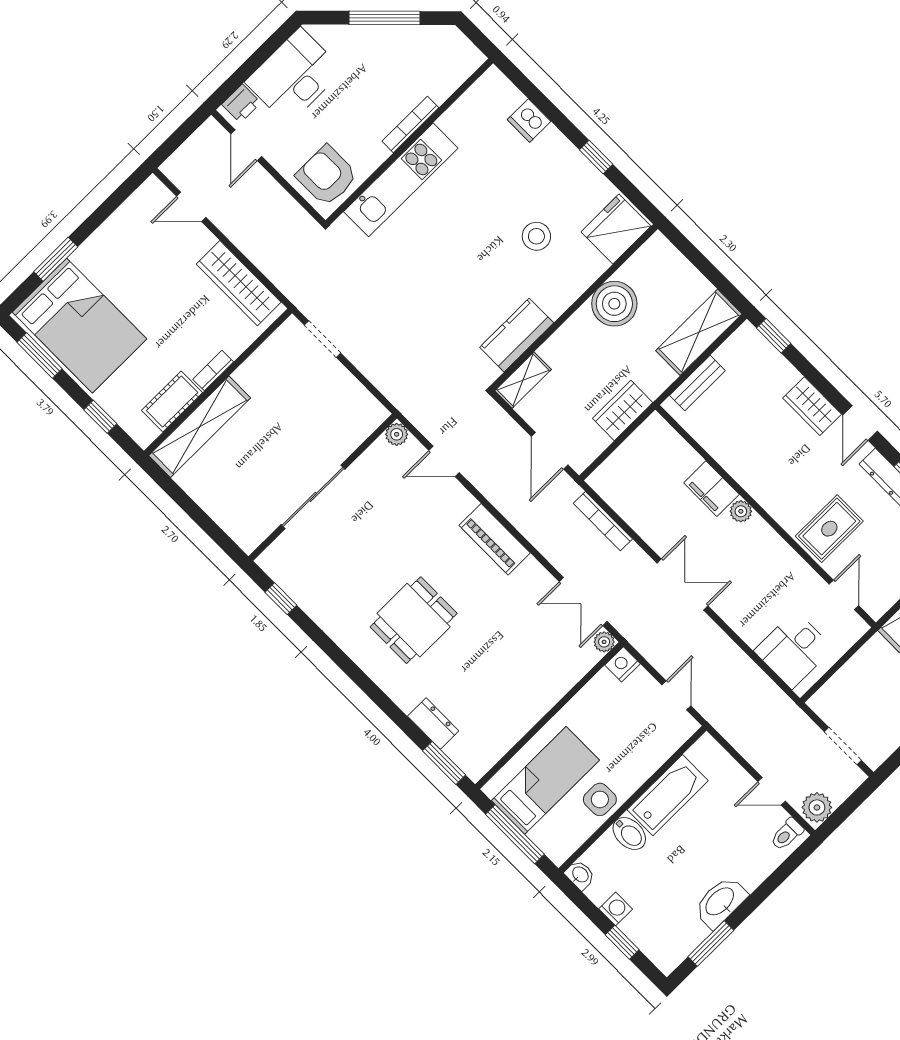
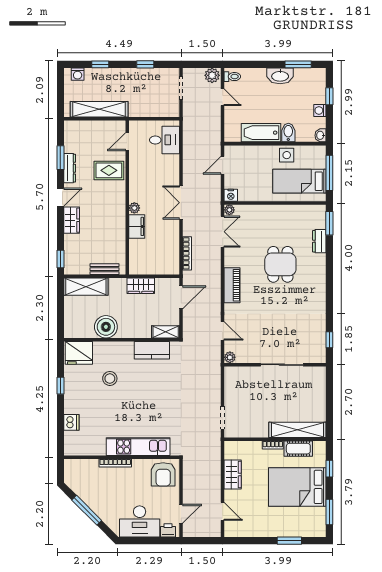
wardrobe: (239, 283) -> (233, 475), width x0.67
bed: (80, 326) -> (297, 487), moved, turned -90
dining table: (414, 620) -> (280, 264), moved, turned 90

